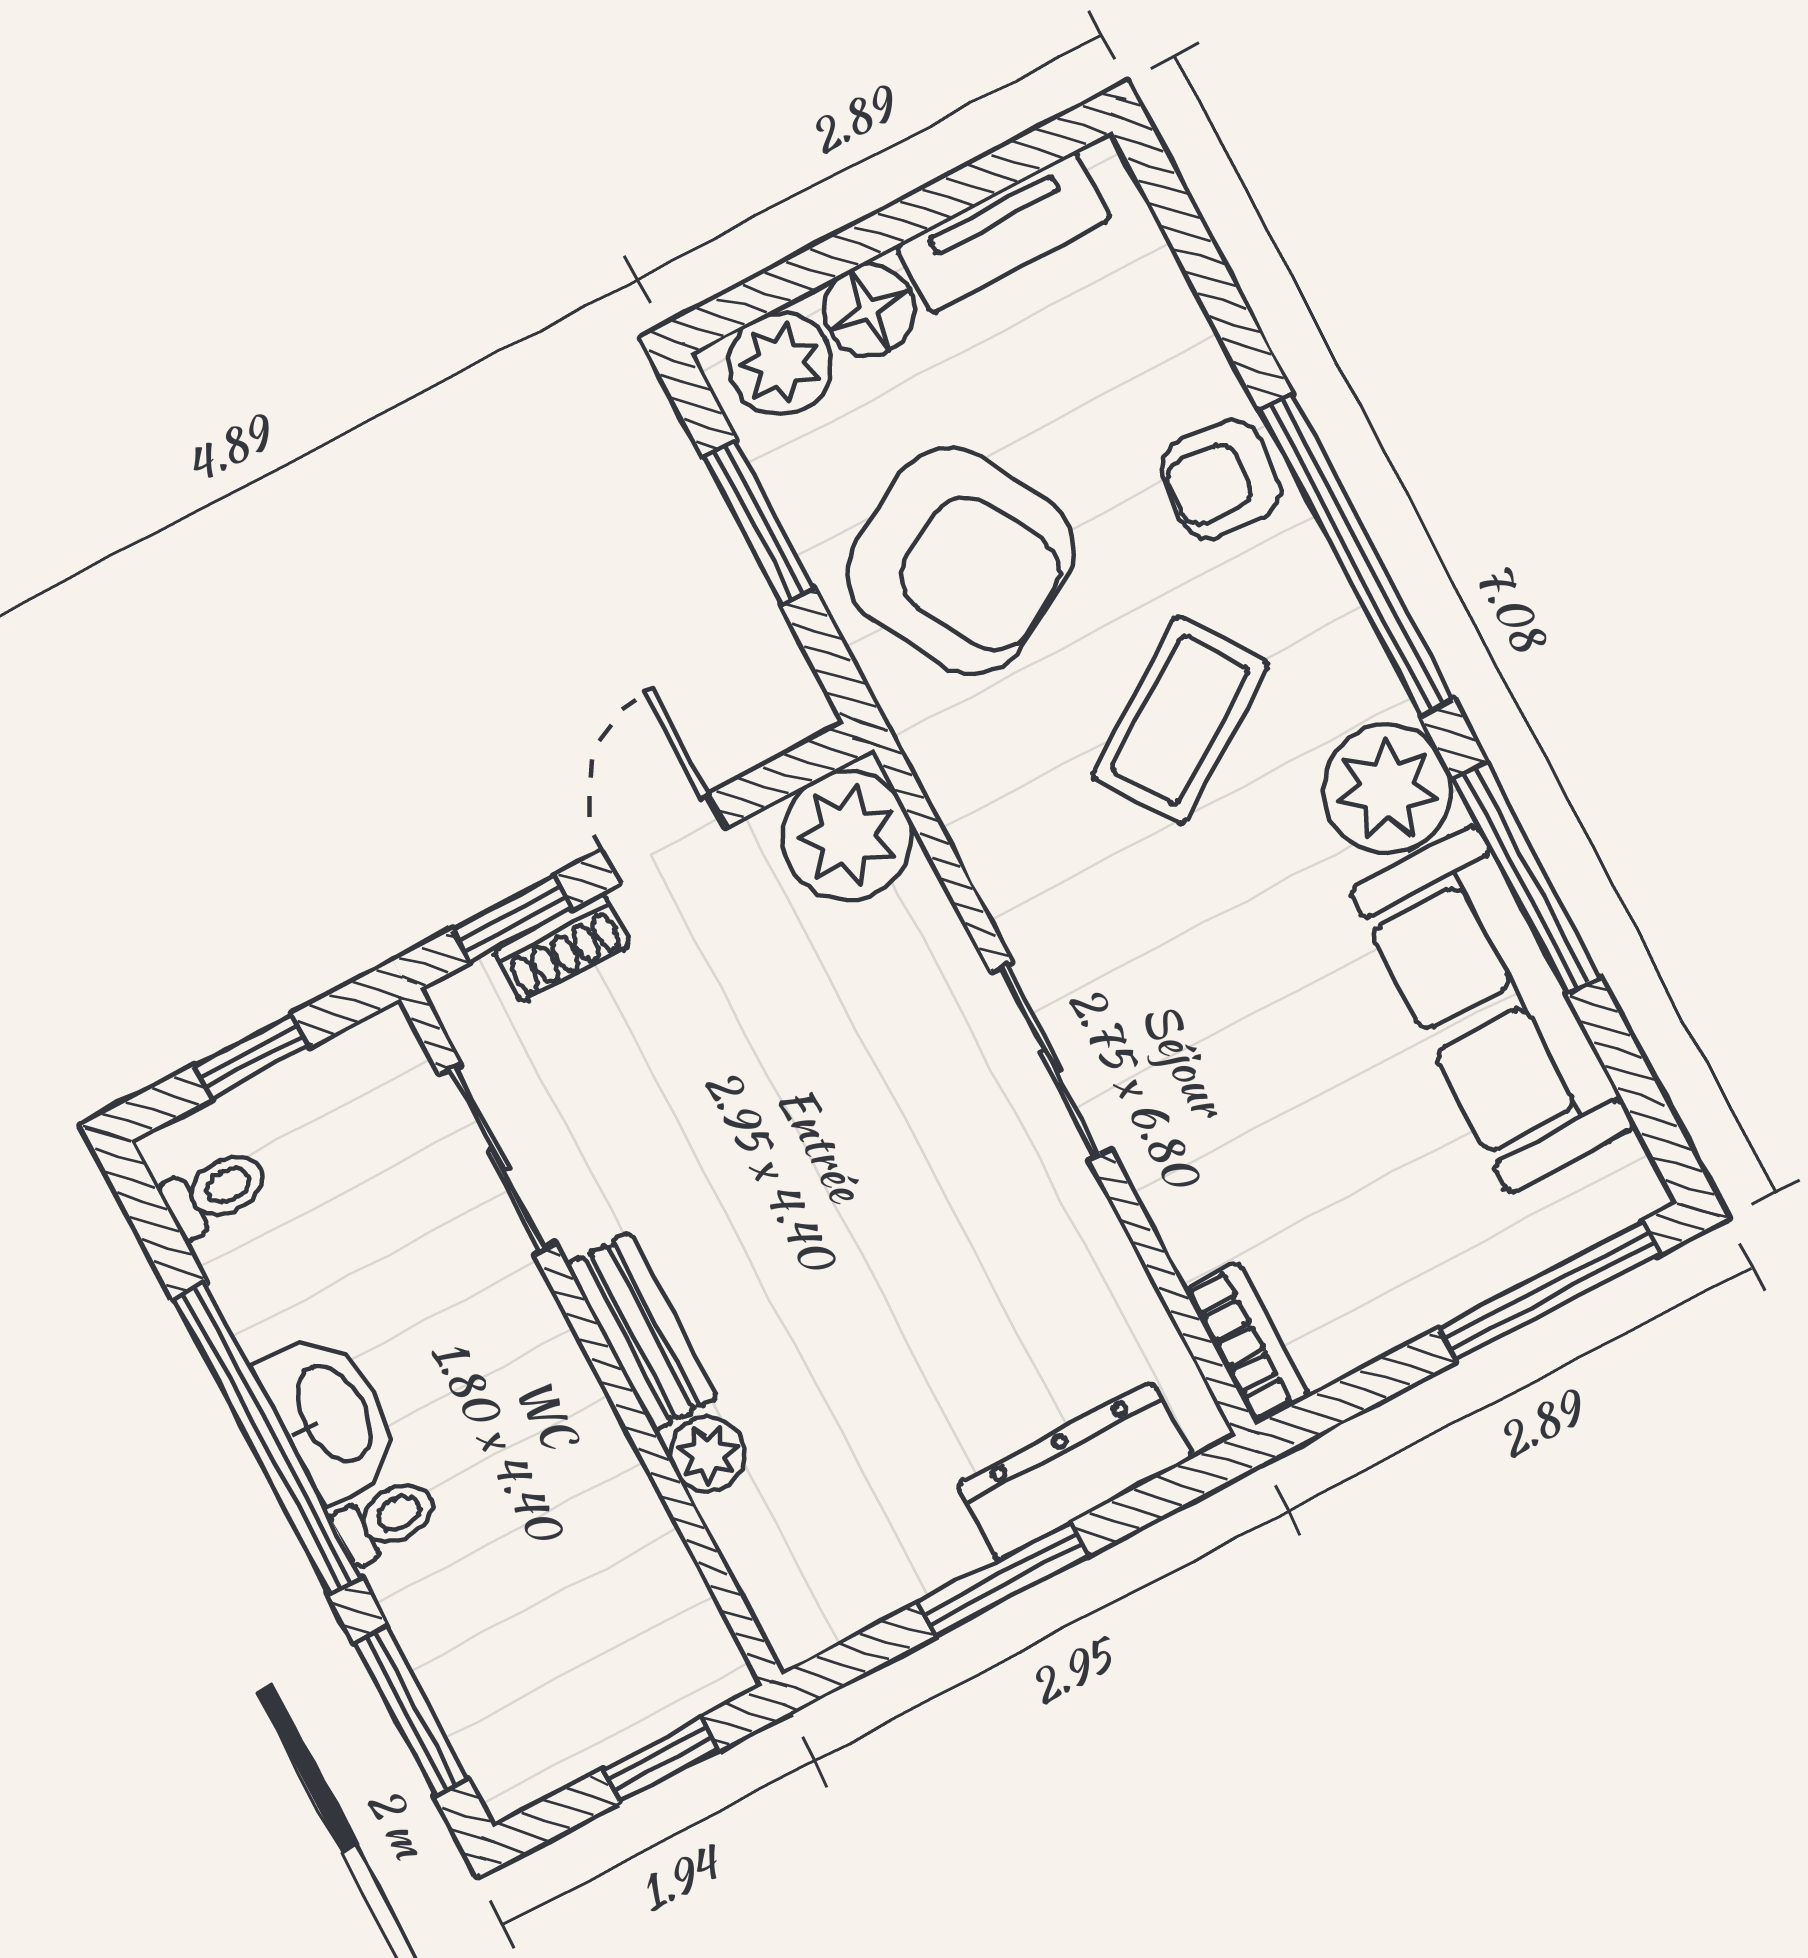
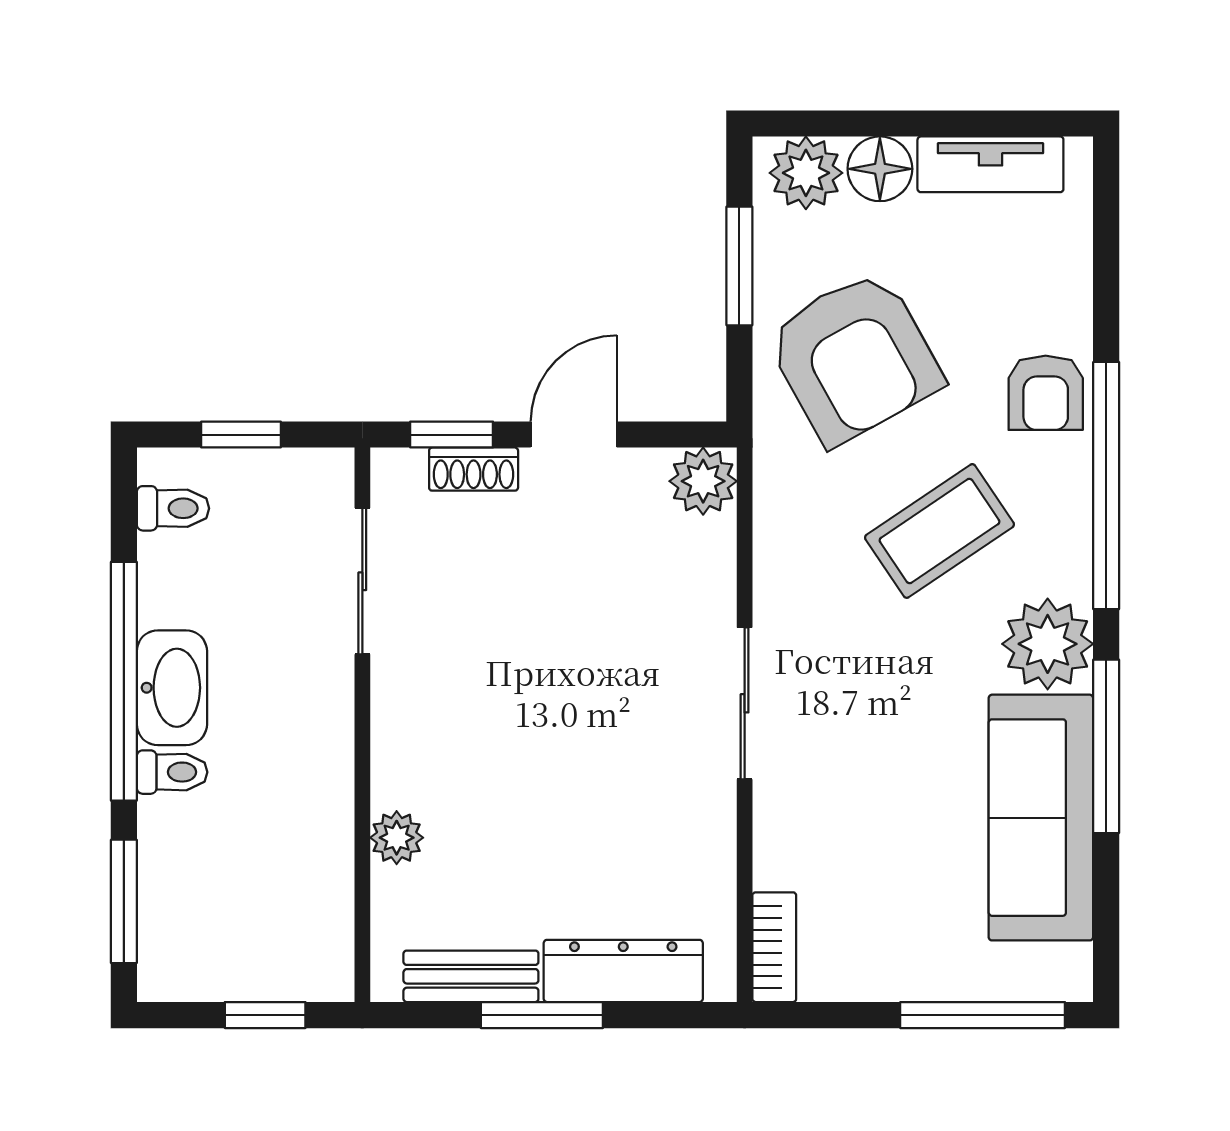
armchair: (1221, 479) -> (1046, 393), turned -95
plant: (847, 836) -> (703, 481), width x0.73, depth x0.73
bench: (642, 1332) -> (471, 976), moved, turned 90

